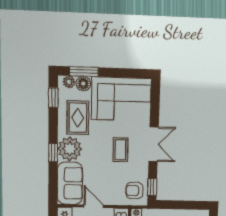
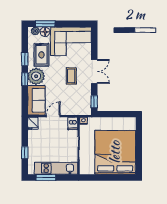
window: (53, 98) -> (25, 59), moved
armchair: (134, 191) -> (82, 104), removed
door: (94, 206) -> (53, 116), hinge flipped

